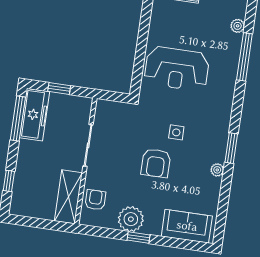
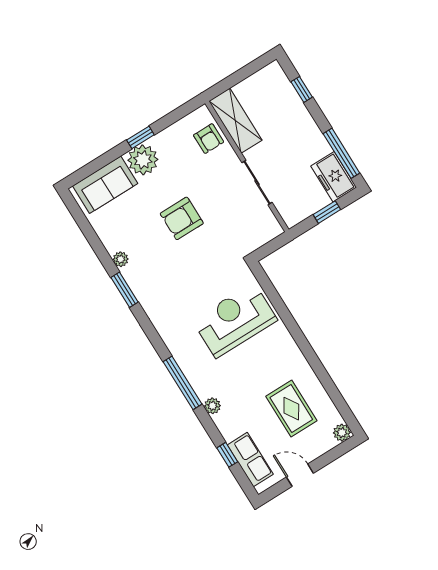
freezer: (35, 115) -> (334, 177), width x0.71
side table: (176, 132) -> (187, 262), removed
armchair: (156, 163) -> (182, 218), turned -90
plant: (131, 219) -> (143, 160), moved

